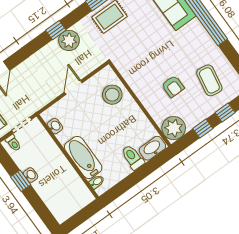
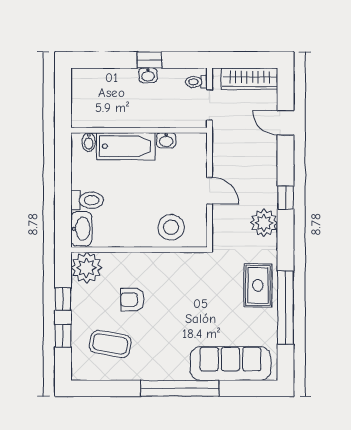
window: (56, 30) -> (286, 198), moved
washbasin: (55, 126) -> (166, 140), moved

